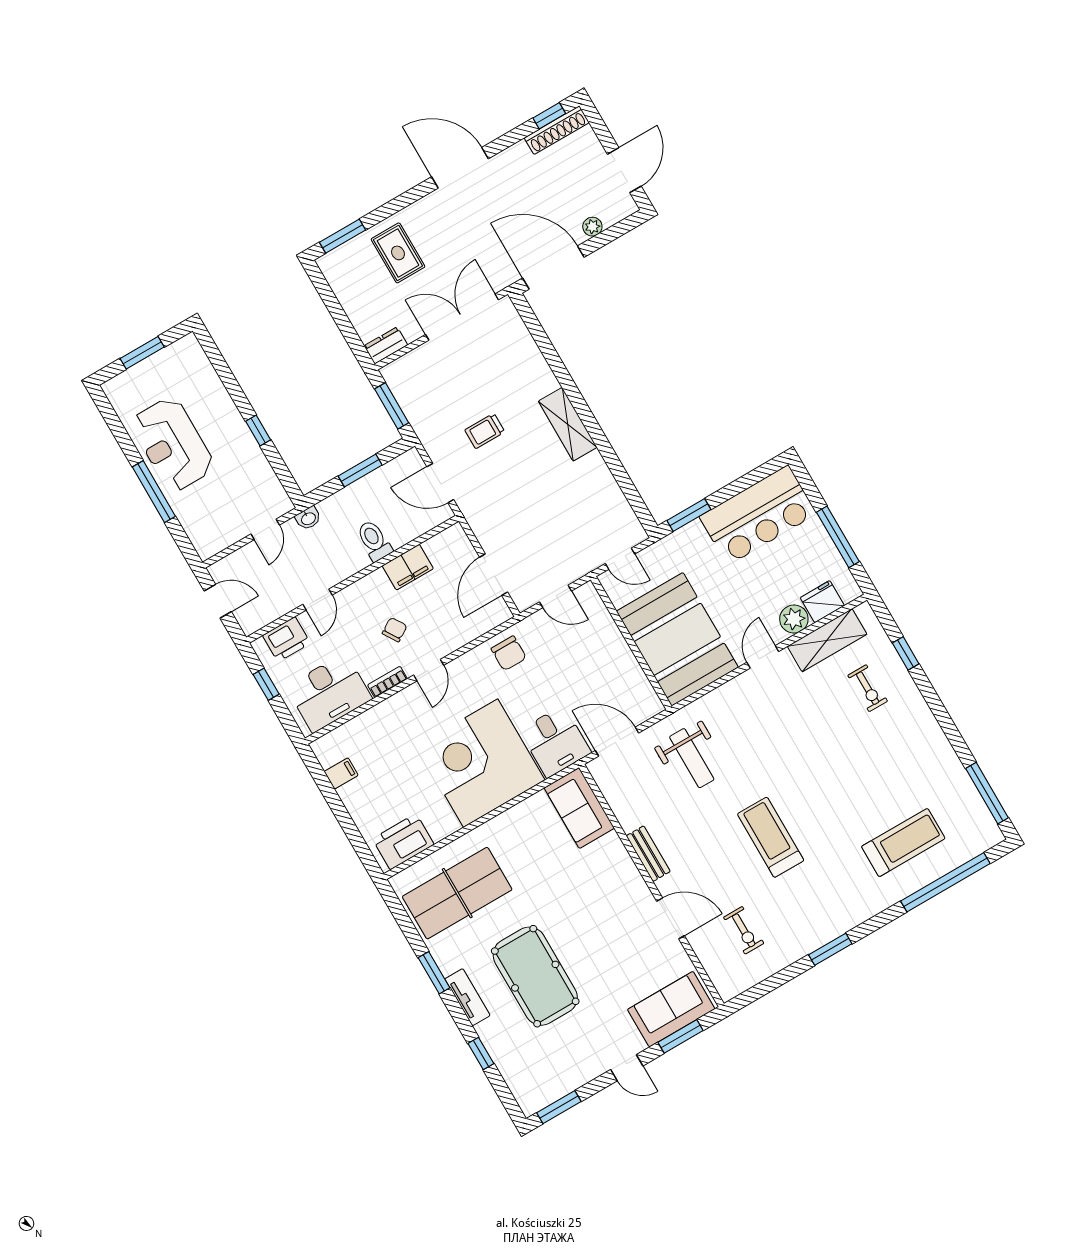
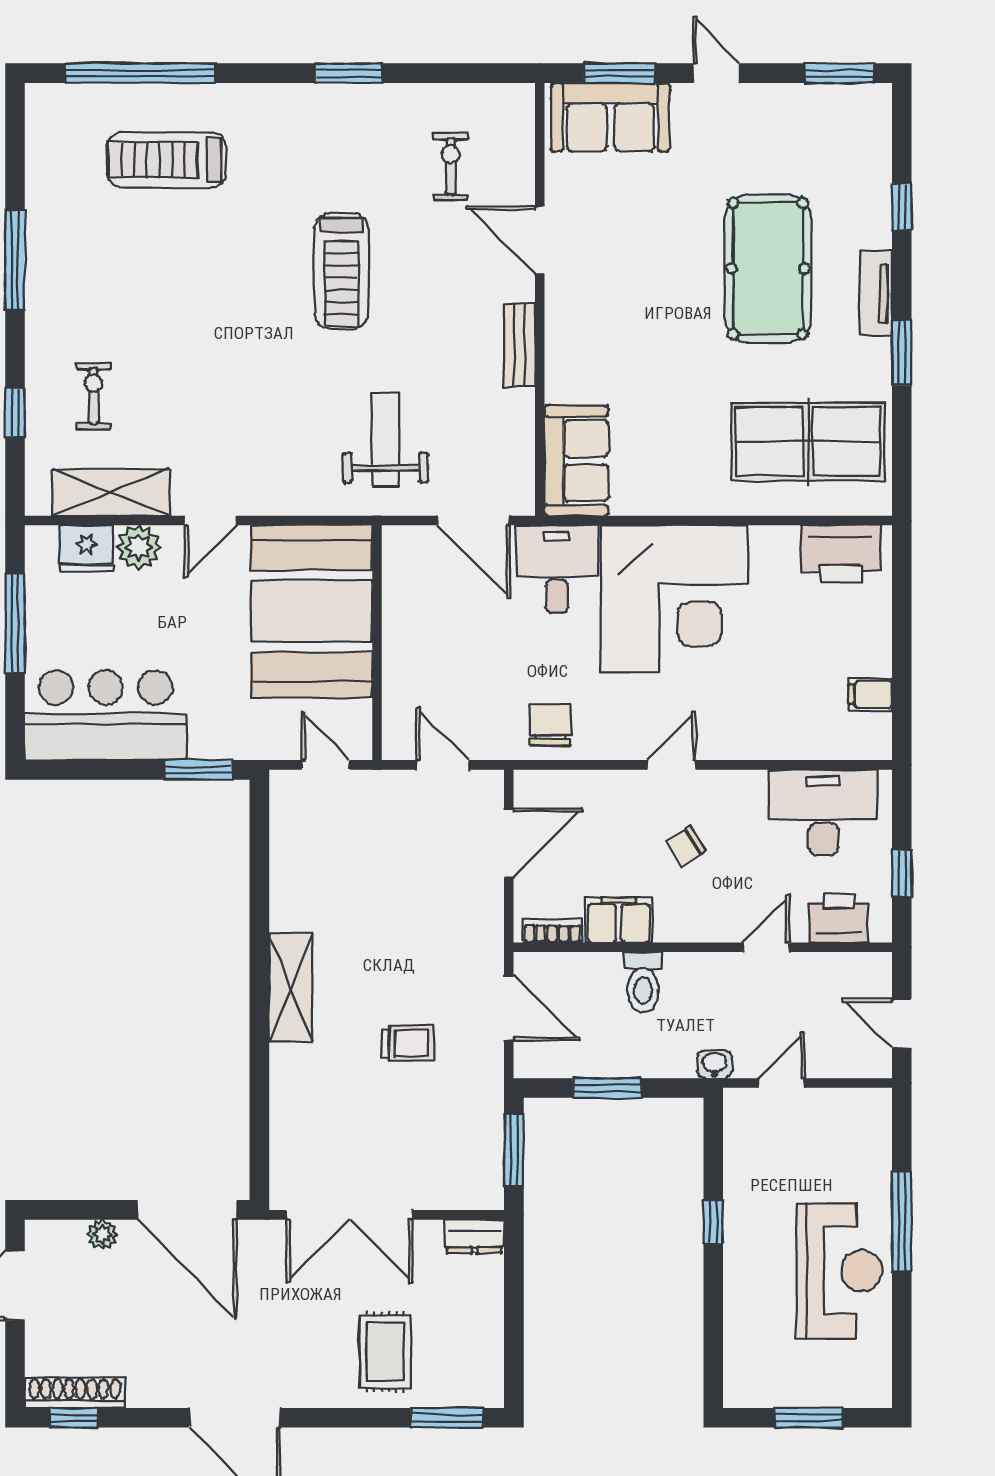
bookcase: (387, 682) -> (552, 931), moved, turned 180
window: (987, 793) -> (15, 260), moved

